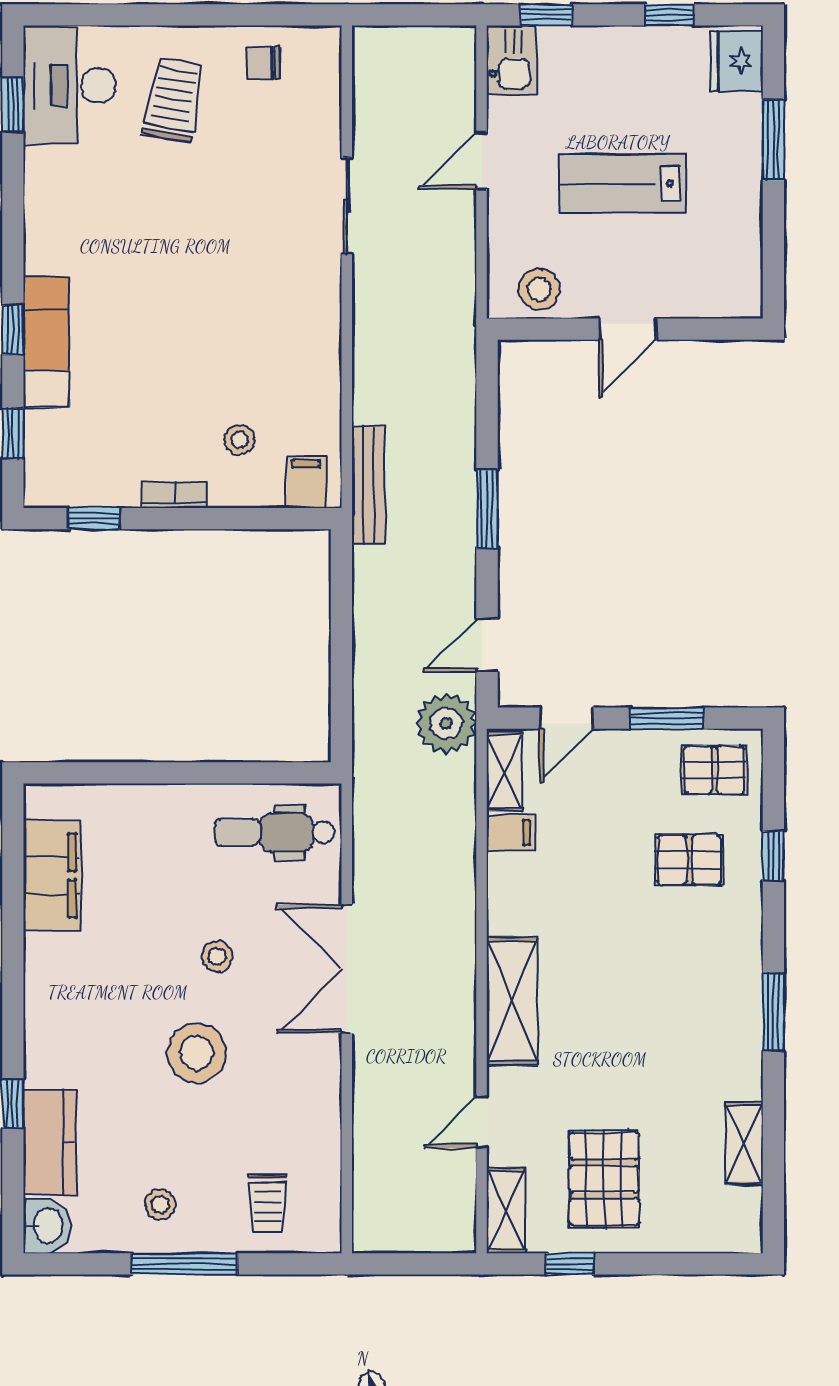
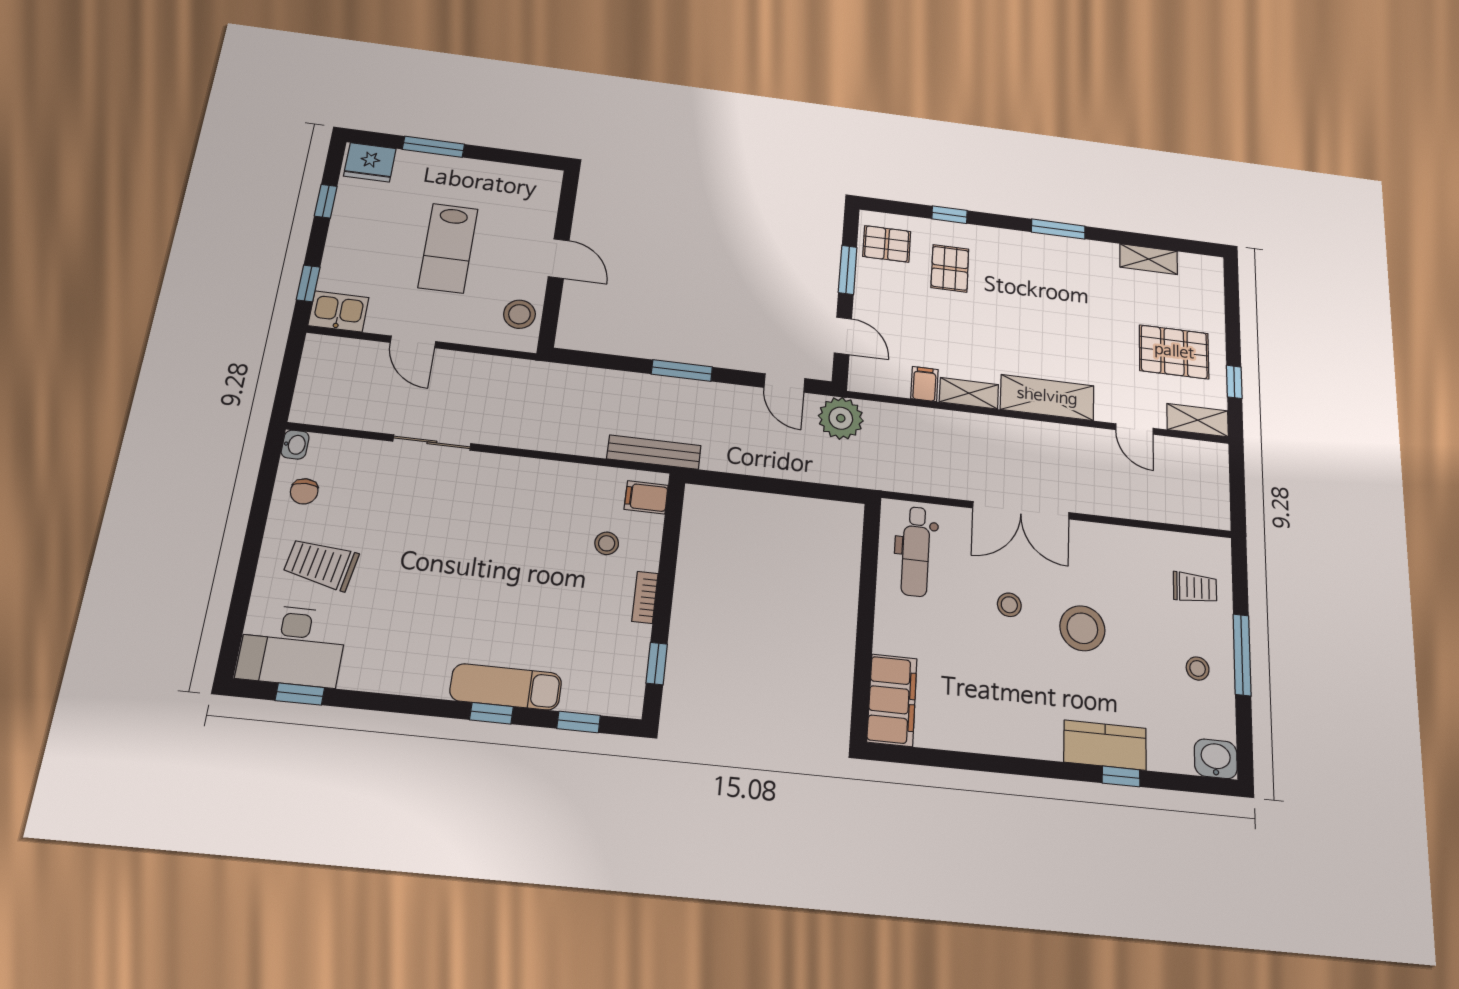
washbasin: (323, 41) -> (295, 445), added
pallet: (714, 770) -> (887, 244), turned 90
shelving: (505, 772) -> (969, 393), moved
filing cabinet: (52, 875) -> (892, 700), moved, turned 90
kitchen counter: (50, 1142) -> (1105, 745), moved

